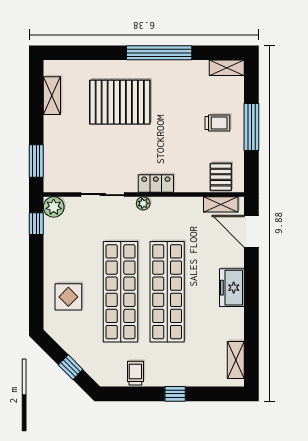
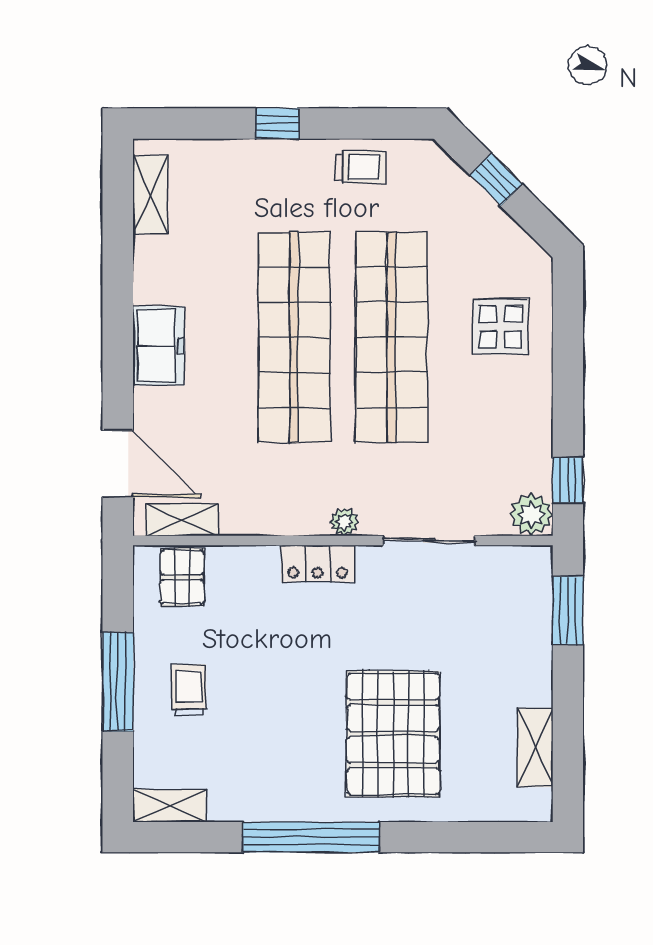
pallet: (120, 102) -> (393, 734), turned 90
trolley: (217, 123) -> (189, 690), turned 90
trolley: (135, 373) -> (360, 167), turned -90

